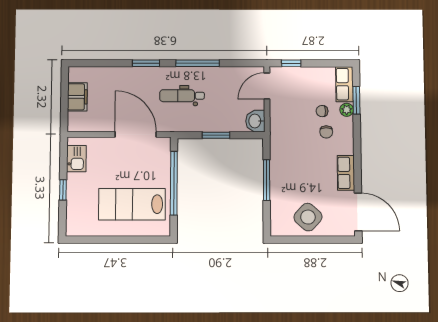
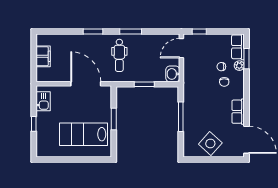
window: (198, 63) -> (131, 31), width x0.69
dental chair: (182, 96) -> (119, 55), turned -90
window: (174, 183) -> (114, 119), width x0.47

